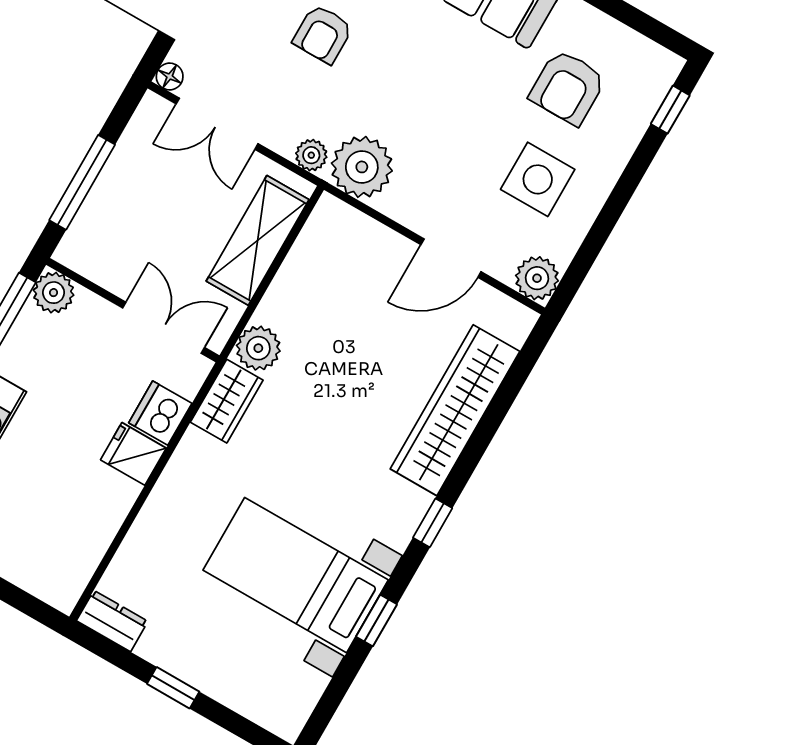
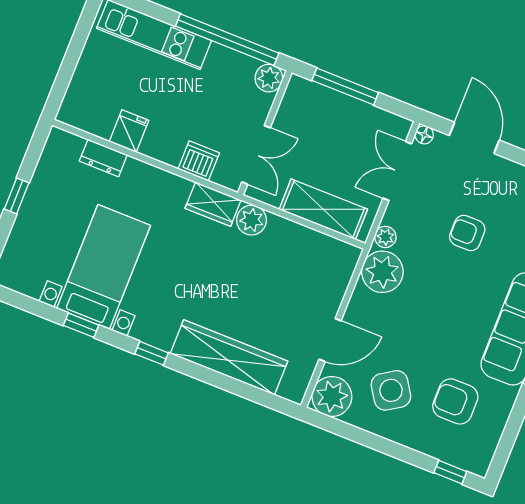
side table: (538, 179) -> (391, 390), turned -33
door: (451, 258) -> (330, 340), swing flipped
plant: (537, 278) -> (332, 396), width x1.36, depth x1.36
fridge: (133, 454) -> (129, 131), moved
dresser: (112, 621) -> (103, 158), moved, turned 90

